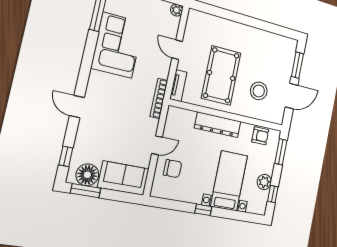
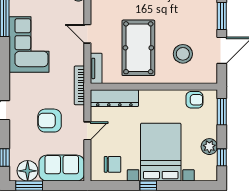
dresser: (218, 125) -> (114, 98), moved
armchair: (122, 127) -> (50, 121), added
chair: (173, 169) -> (113, 164), moved
bed with nightstands: (229, 181) -> (161, 152), width x1.36

